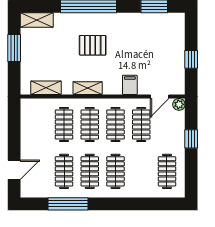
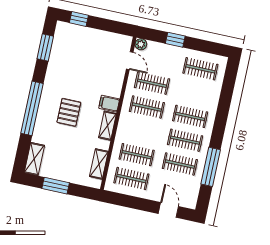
window: (191, 59) -> (79, 19), moved
filing cabinet: (130, 85) -> (109, 104), moved
clothes rail: (90, 125) -> (131, 178), moved

